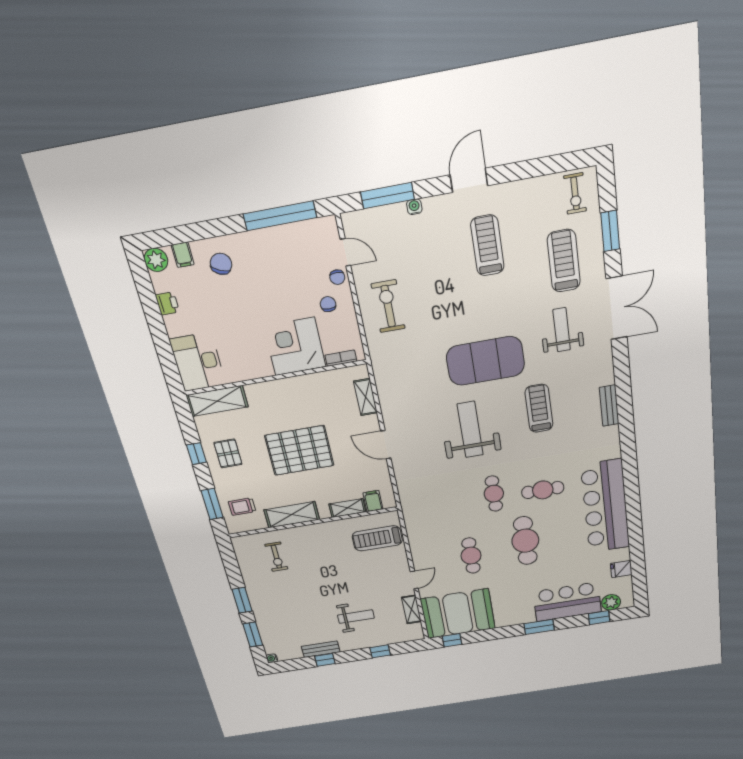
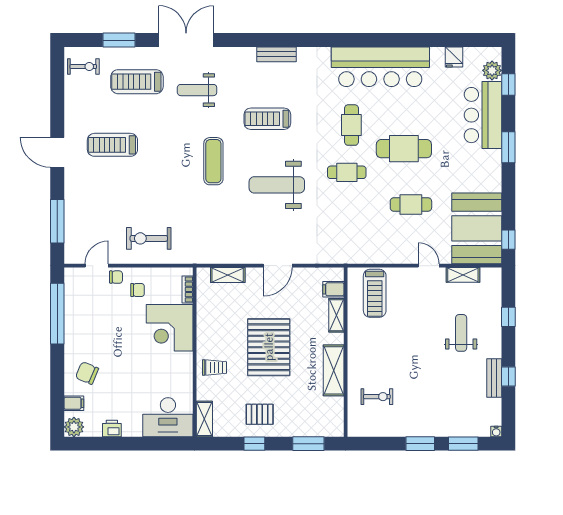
water cooler: (414, 207) -> (70, 201), removed
chair: (328, 304) -> (138, 290), turned 180
exercise mat: (485, 361) -> (213, 161), width x0.50, depth x0.69
shelving: (217, 401) -> (204, 419), width x0.67, depth x0.75
trolley: (242, 507) -> (215, 368), moved, turned -90

